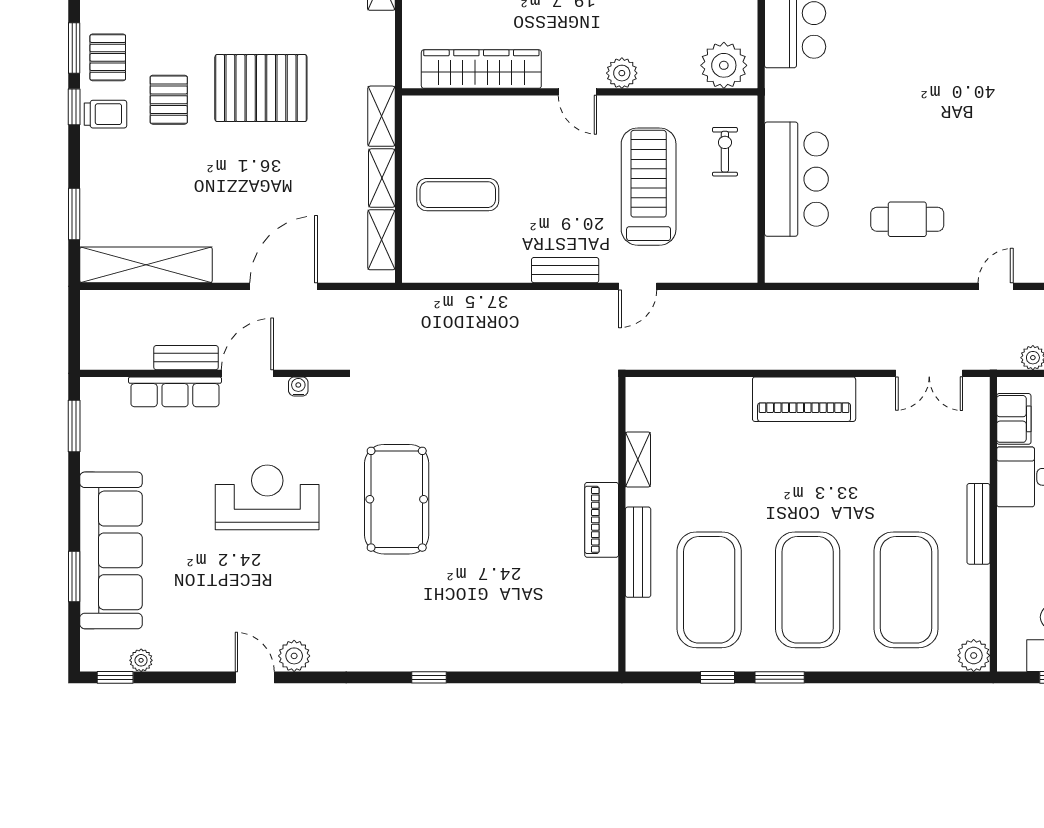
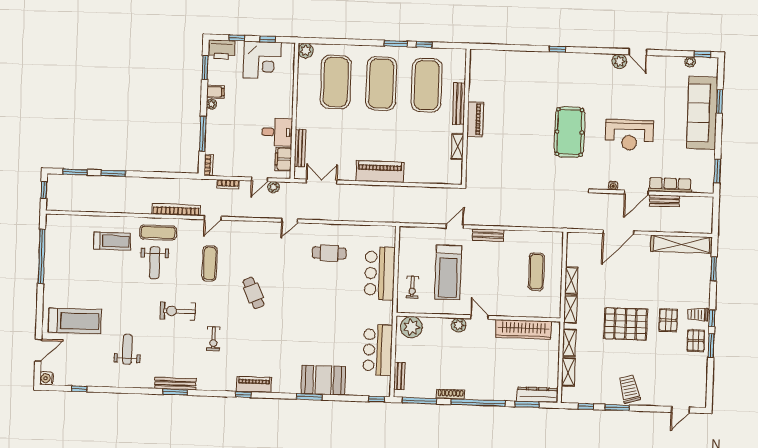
exercise mat: (458, 195) -> (536, 272), turned 90
shelving: (381, 240) -> (569, 343), moved
bench: (978, 524) -> (300, 148), moved

